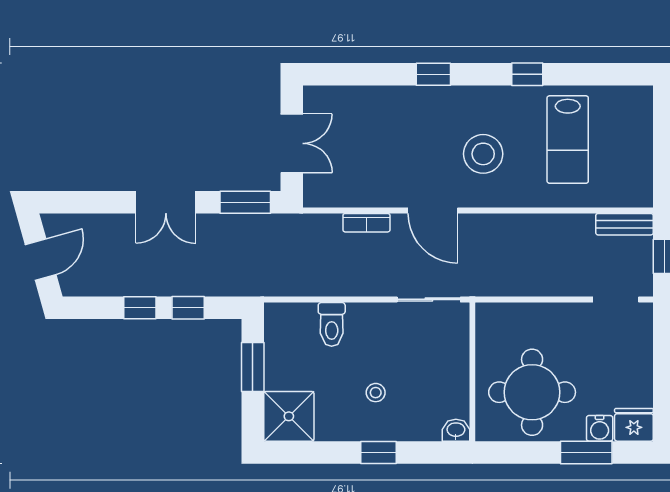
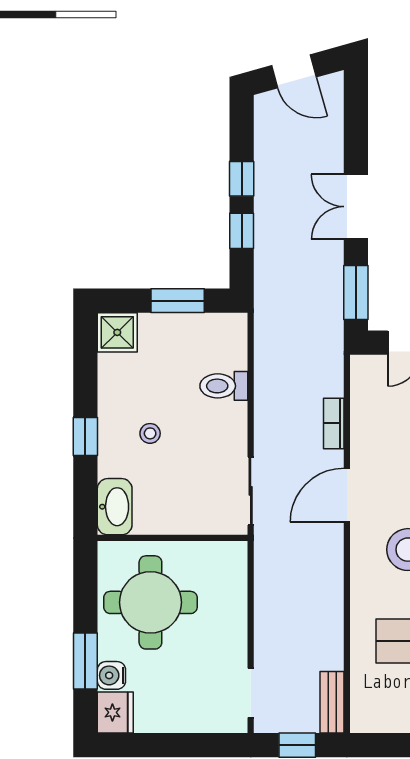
shower: (289, 416) -> (117, 332), width x0.73, depth x0.73
washbasin: (456, 430) -> (115, 507), width x1.91, depth x1.45

